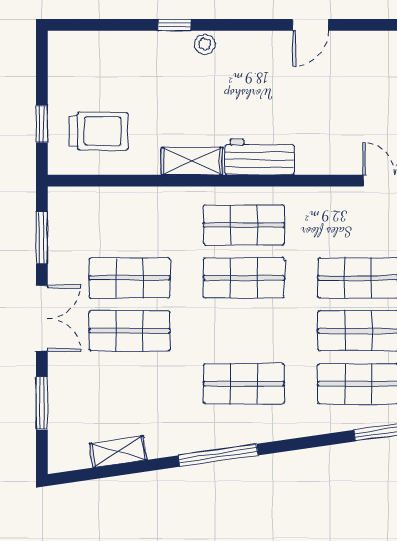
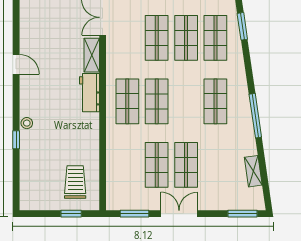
shelving: (192, 161) -> (92, 55), moved
window: (42, 403) -> (242, 214), moved

